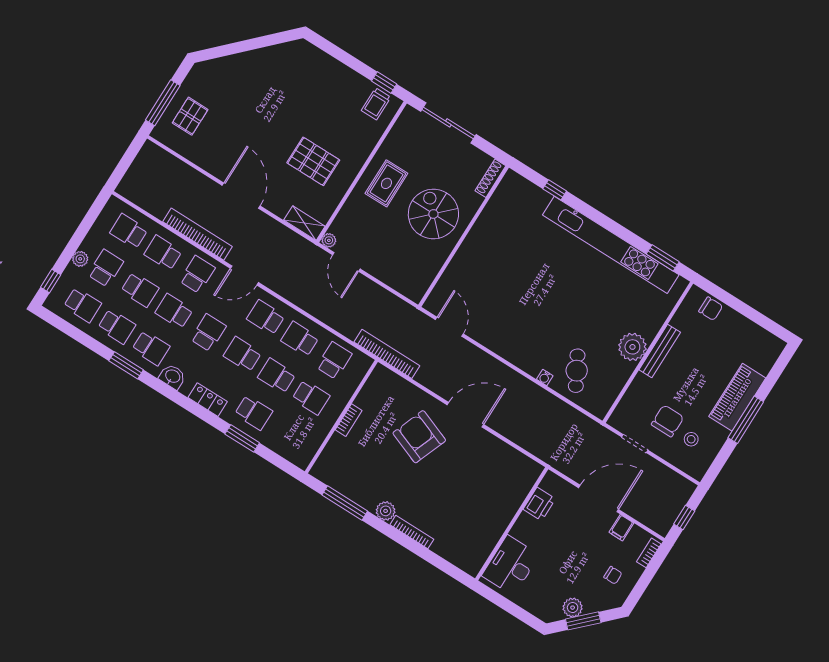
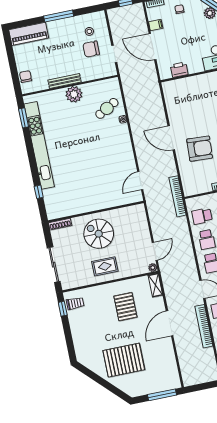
pallet: (190, 116) -> (124, 360), moved, width x2.05, depth x2.00
spiral stairs: (433, 214) -> (99, 234), turned 90
piano: (737, 397) -> (29, 34), moved
armchair: (419, 437) -> (200, 149), turned -108

